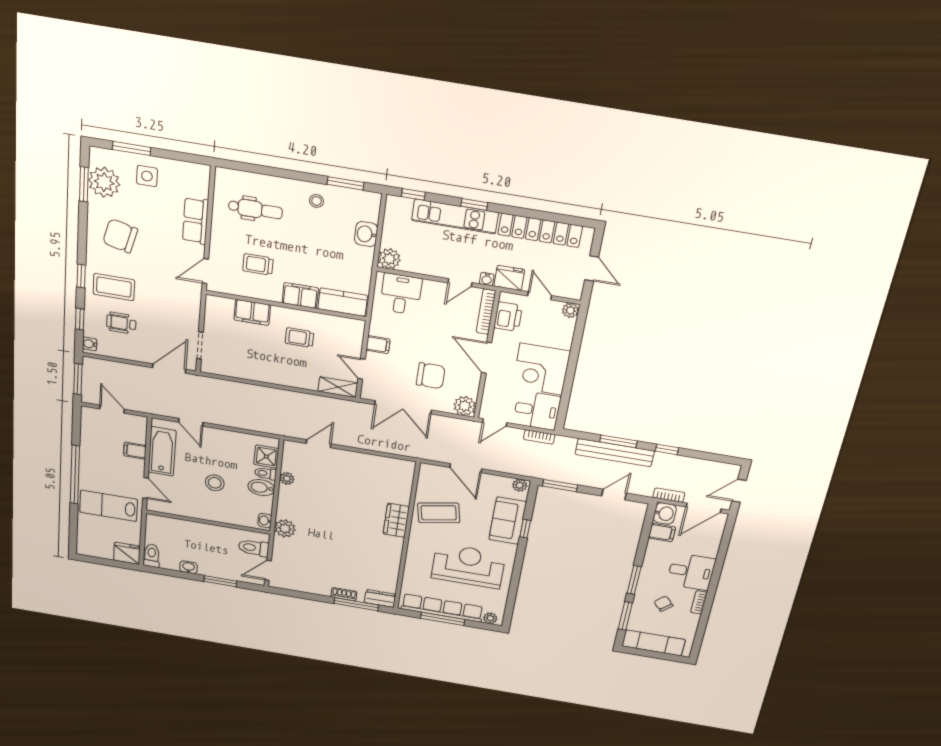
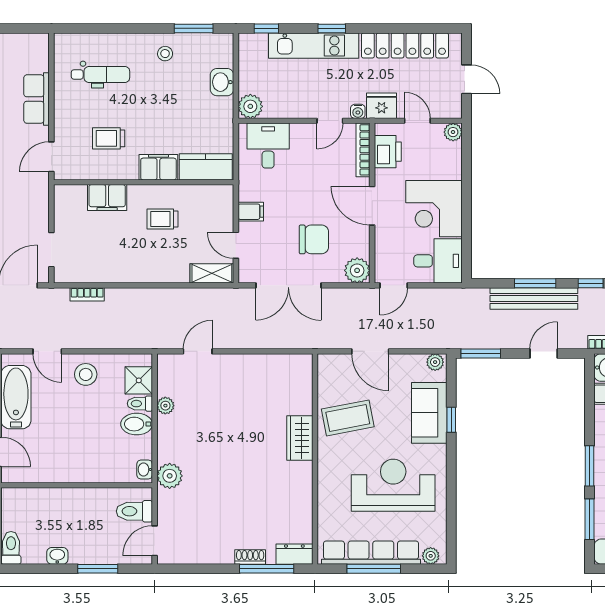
bookcase: (539, 437) -> (87, 294), moved
stool: (215, 483) -> (86, 374), moved

